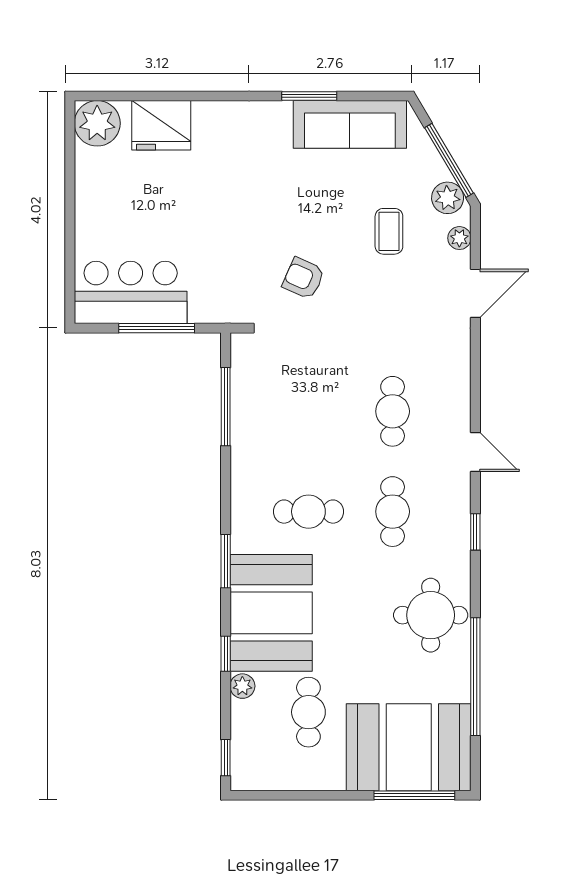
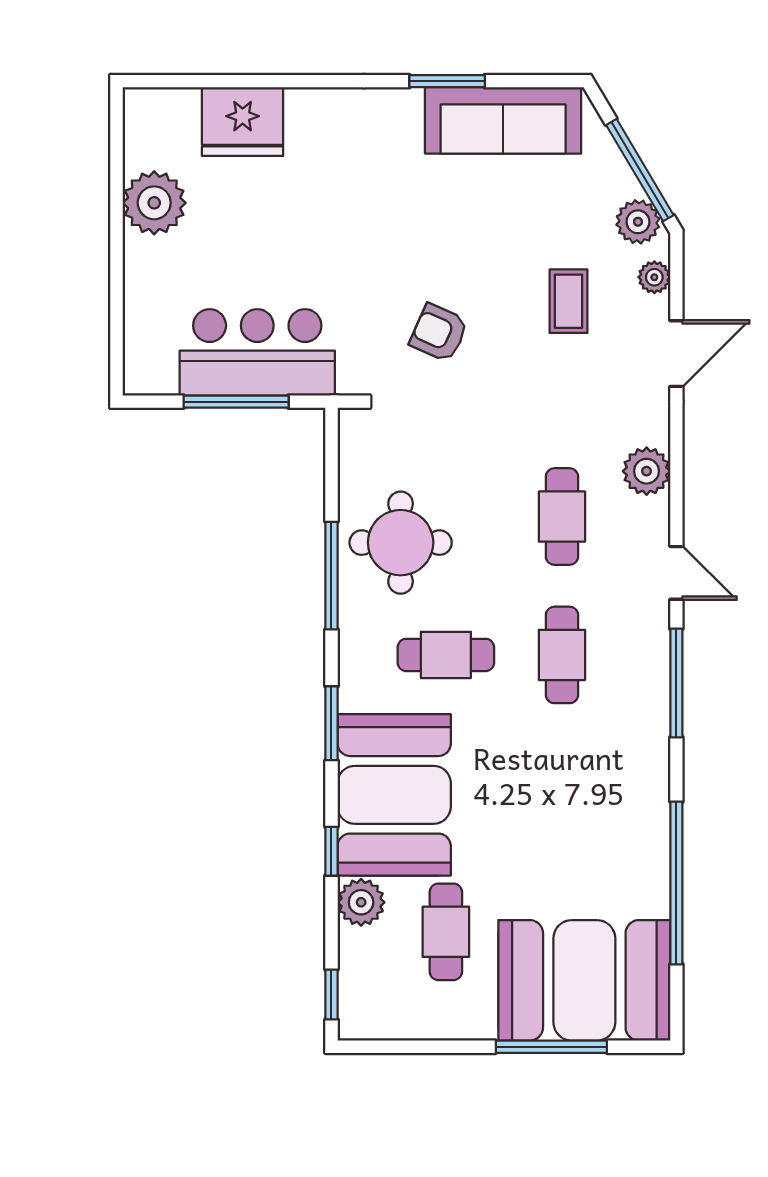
plant: (97, 123) -> (154, 203), moved
coffee table: (389, 231) -> (569, 301), moved
bar counter: (131, 292) -> (257, 352), moved
plant: (454, 378) -> (647, 471), added
window: (226, 407) -> (331, 576), moved
window: (475, 532) -> (676, 683), width x2.17
round table: (431, 615) -> (401, 543), moved
plant: (242, 686) -> (361, 902), width x1.38, depth x1.38
window: (414, 795) -> (551, 1047), moved

